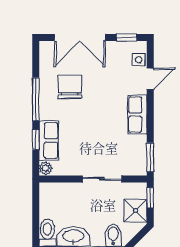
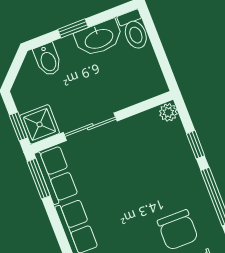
row of seats: (49, 140) -> (56, 175), moved, turned 180
shower: (136, 211) -> (40, 124), moved

